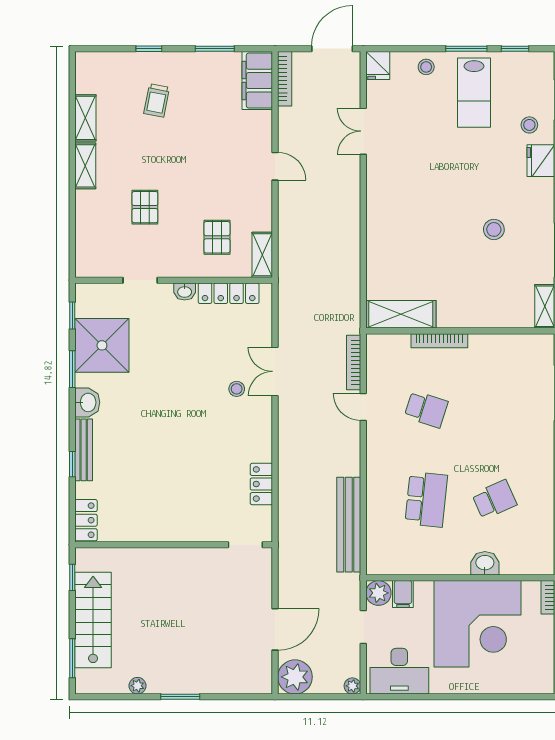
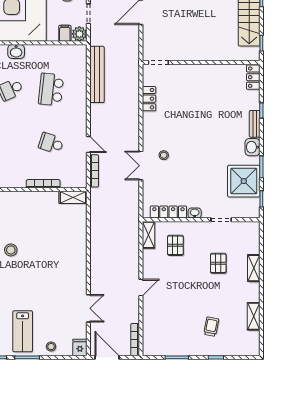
door: (332, 49) -> (107, 357), swing flipped
filing cabinet: (257, 81) -> (151, 338), removed
lab bench: (474, 93) -> (23, 331), turned 180
shelving: (85, 166) -> (254, 268), moved
door: (275, 166) -> (141, 288), swing flipped
shelving: (401, 314) -> (73, 197), width x0.67, depth x0.75
double door: (275, 371) -> (141, 166), swing flipped
bench: (84, 450) -> (255, 124), width x0.73

